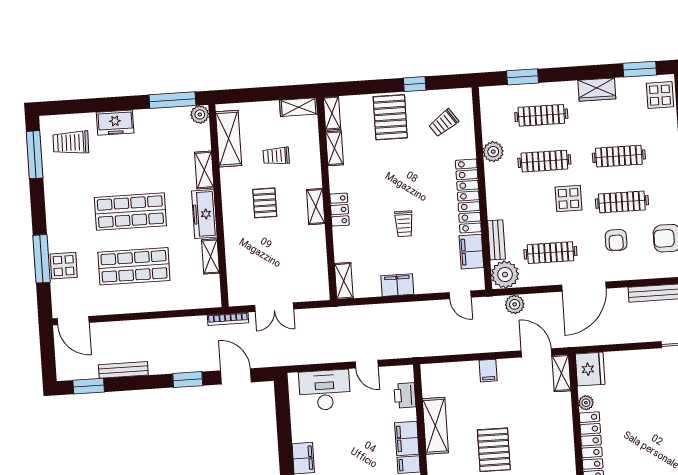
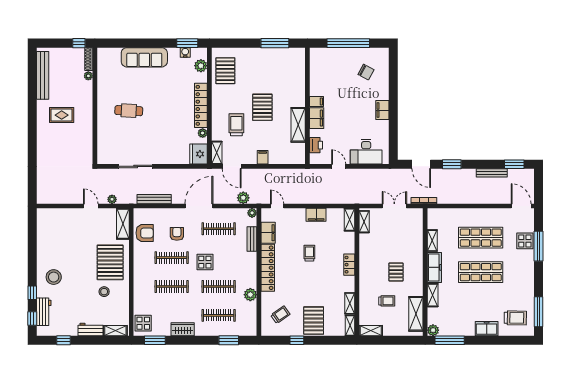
shelving: (316, 207) -> (364, 222), moved
plant: (505, 275) -> (252, 213), width x0.53, depth x0.53
trolley: (533, 419) -> (236, 125), added

